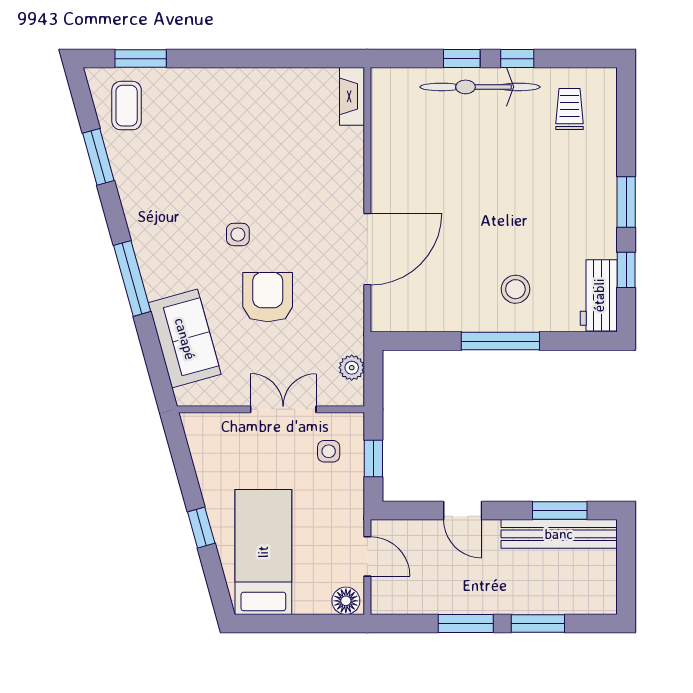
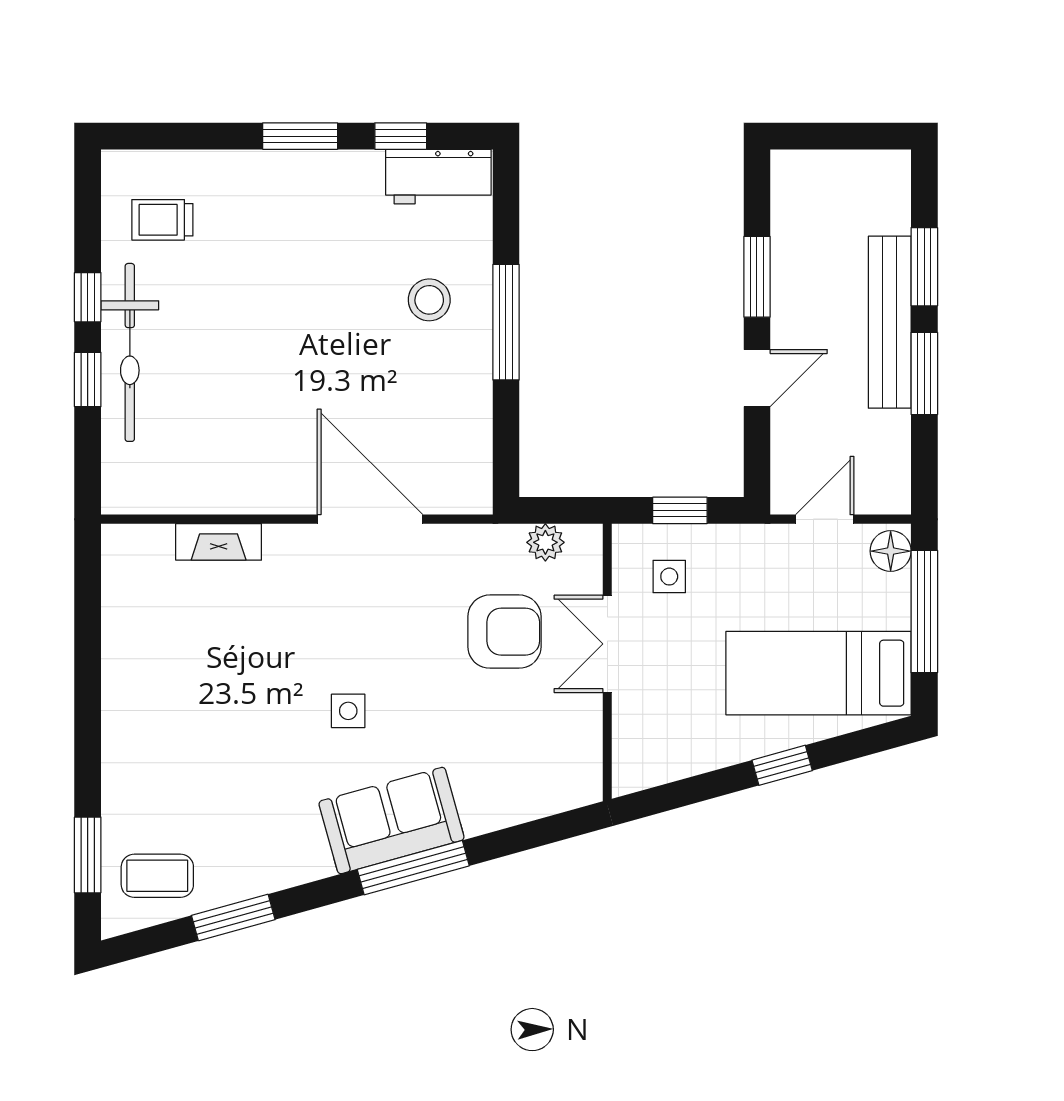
fireplace: (352, 96) -> (219, 542), moved
armchair: (268, 297) -> (504, 632), moved, turned 180
sofa: (185, 339) -> (391, 821), moved
window: (560, 511) -> (757, 277), moved
bench: (559, 534) -> (890, 322), moved
window: (305, 624) -> (924, 612), added

